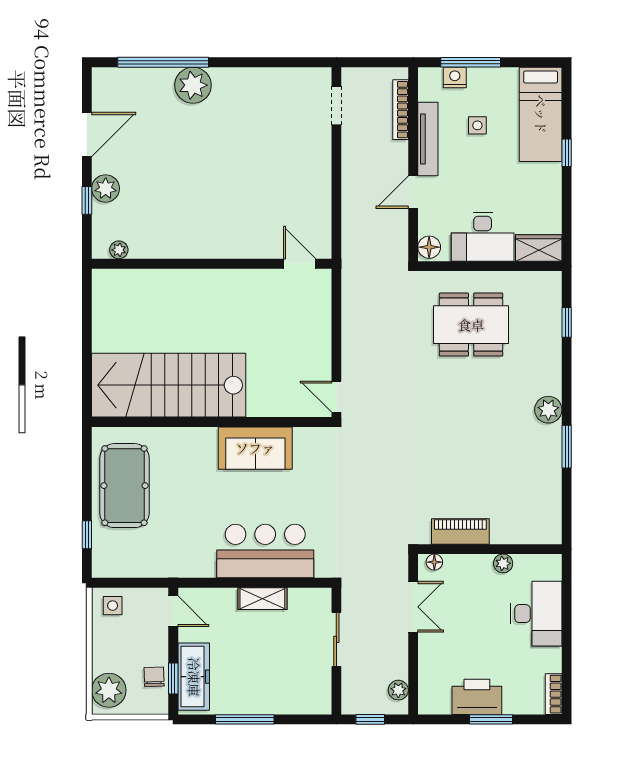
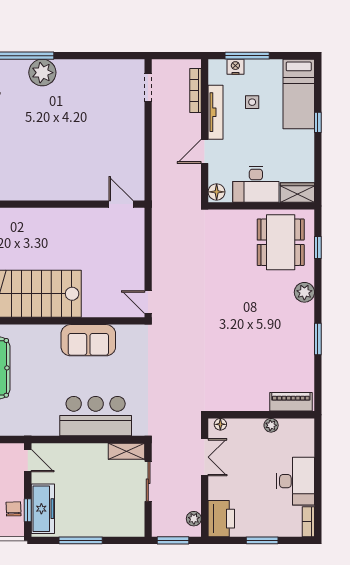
dining table: (471, 325) -> (281, 242), moved, turned 90
plant: (548, 410) -> (304, 292), moved
piano: (460, 532) -> (291, 402), moved
shelving: (262, 599) -> (127, 451), moved
desk: (536, 614) -> (296, 481), moved
printer: (477, 697) -> (221, 519), moved, turned 90
window: (370, 719) -> (173, 540), width x1.50

